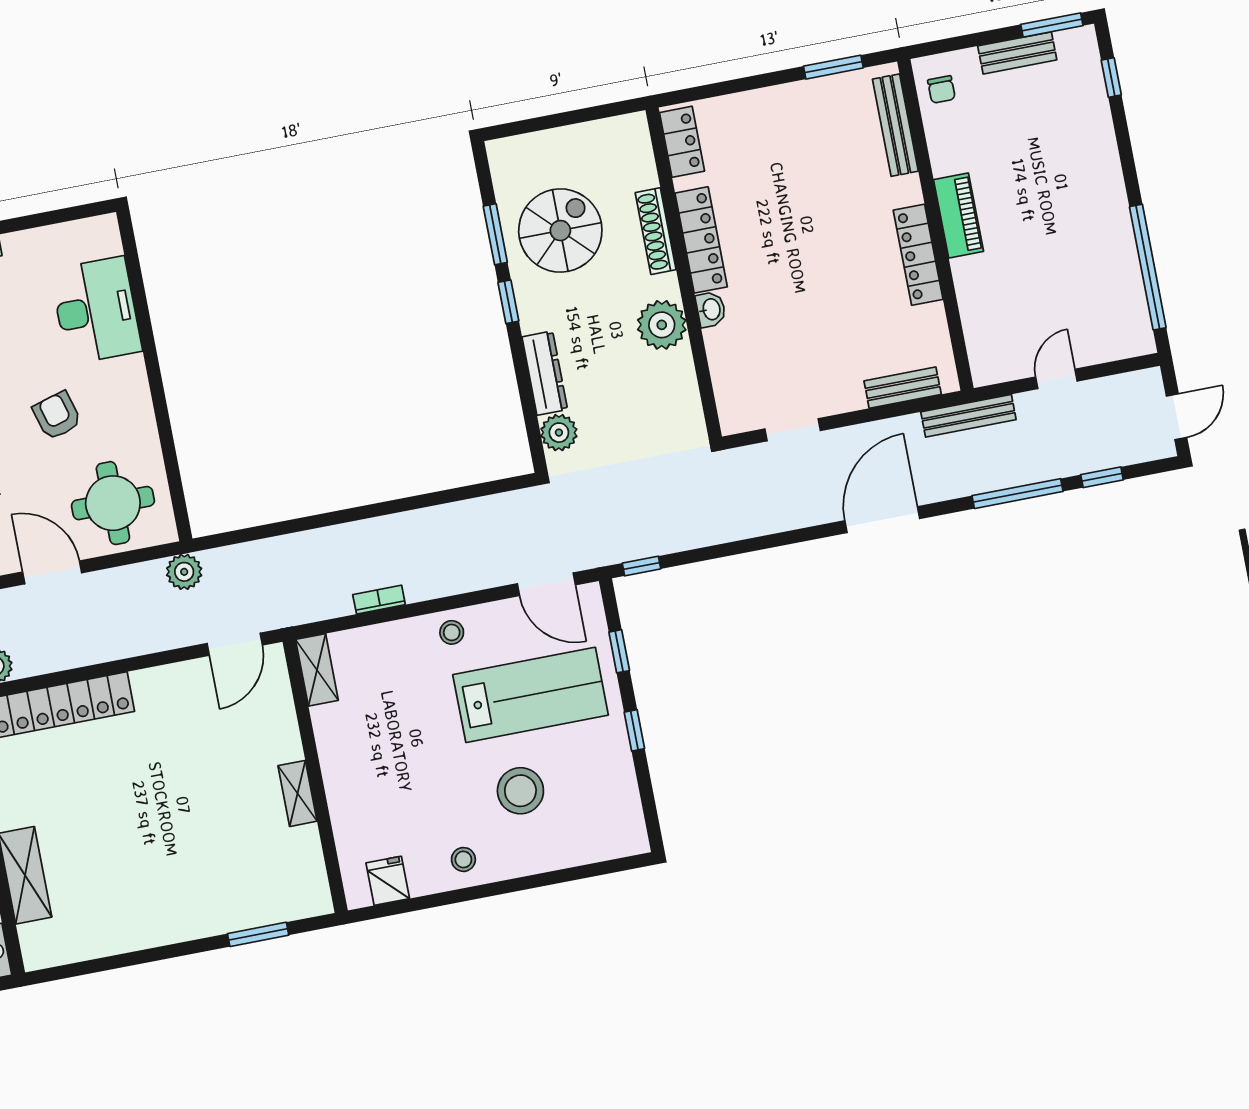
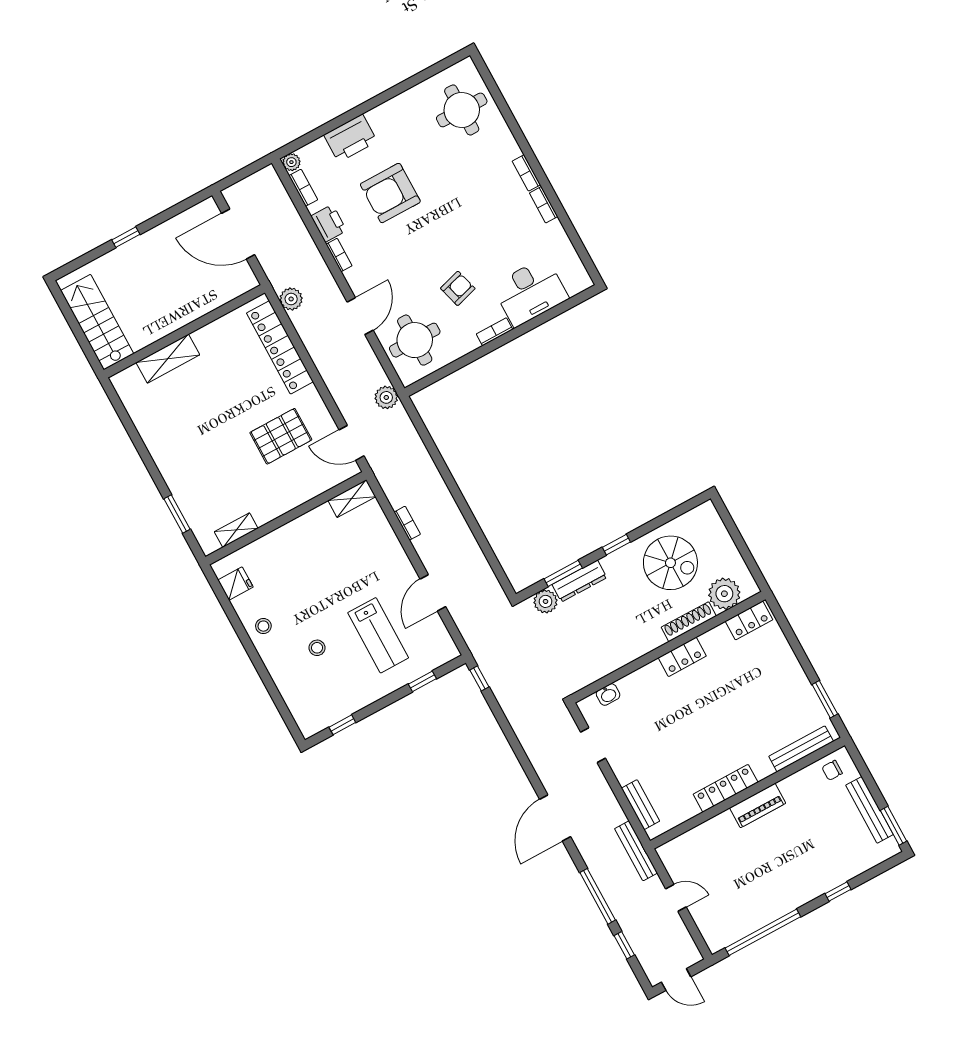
bench: (1017, 53) -> (869, 810), width x1.36
window: (1111, 78) -> (838, 892), moved
window: (495, 234) -> (563, 573), moved
locker: (701, 240) -> (682, 657), width x0.66
washbasin: (711, 309) -> (608, 694), moved
plant: (662, 325) -> (724, 594), moved
bookcase: (138, 382) -> (495, 332), added
door: (882, 520) -> (555, 818), swing flipped
door: (546, 584) -> (433, 593), moved
stool: (452, 632) -> (401, 574), removed
lab bench: (531, 695) -> (378, 635), width x0.73, depth x0.72
window: (634, 730) -> (342, 725), moved
pallet: (192, 745) -> (281, 436), added
stool: (520, 791) -> (317, 648), width x0.53, depth x0.53
shelving: (298, 793) -> (236, 530), moved

